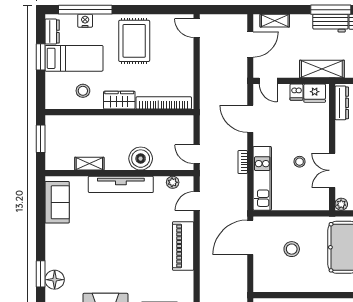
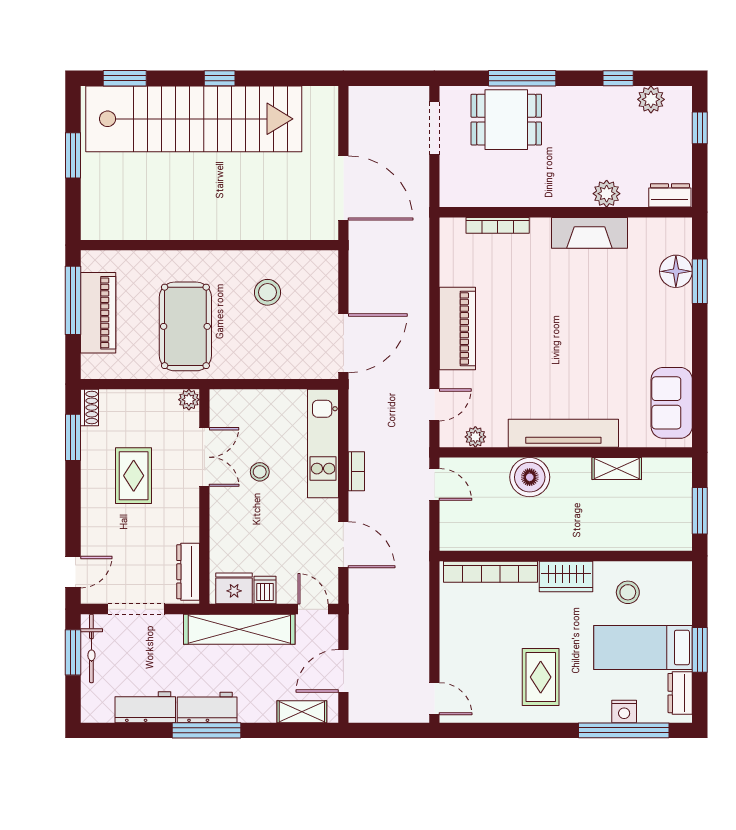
rug: (134, 41) -> (541, 677), width x0.73, depth x0.70
shelving: (322, 69) -> (239, 629), width x1.47
stool: (292, 249) -> (268, 292), moved

